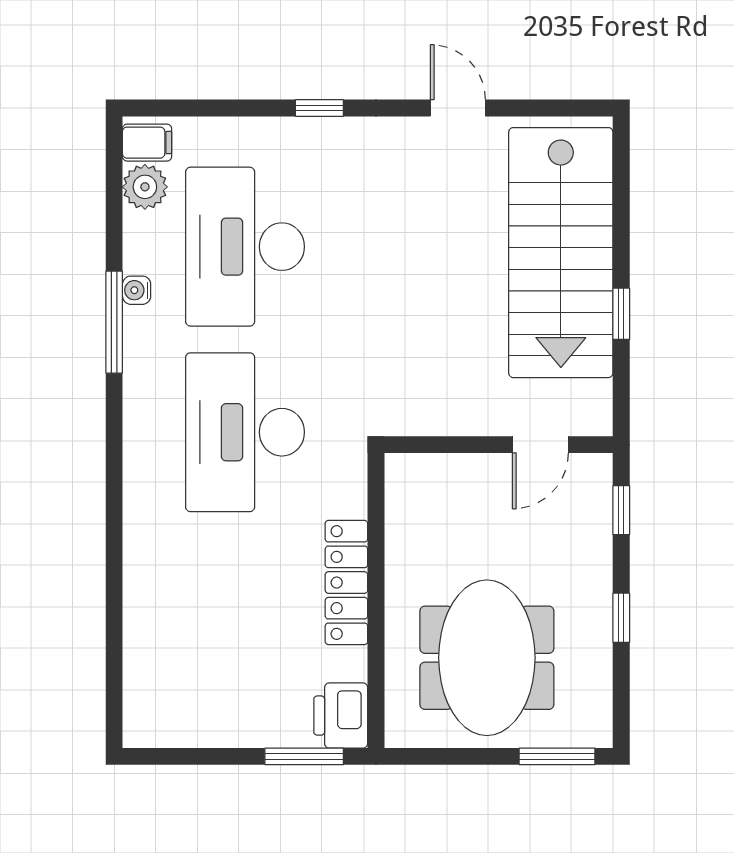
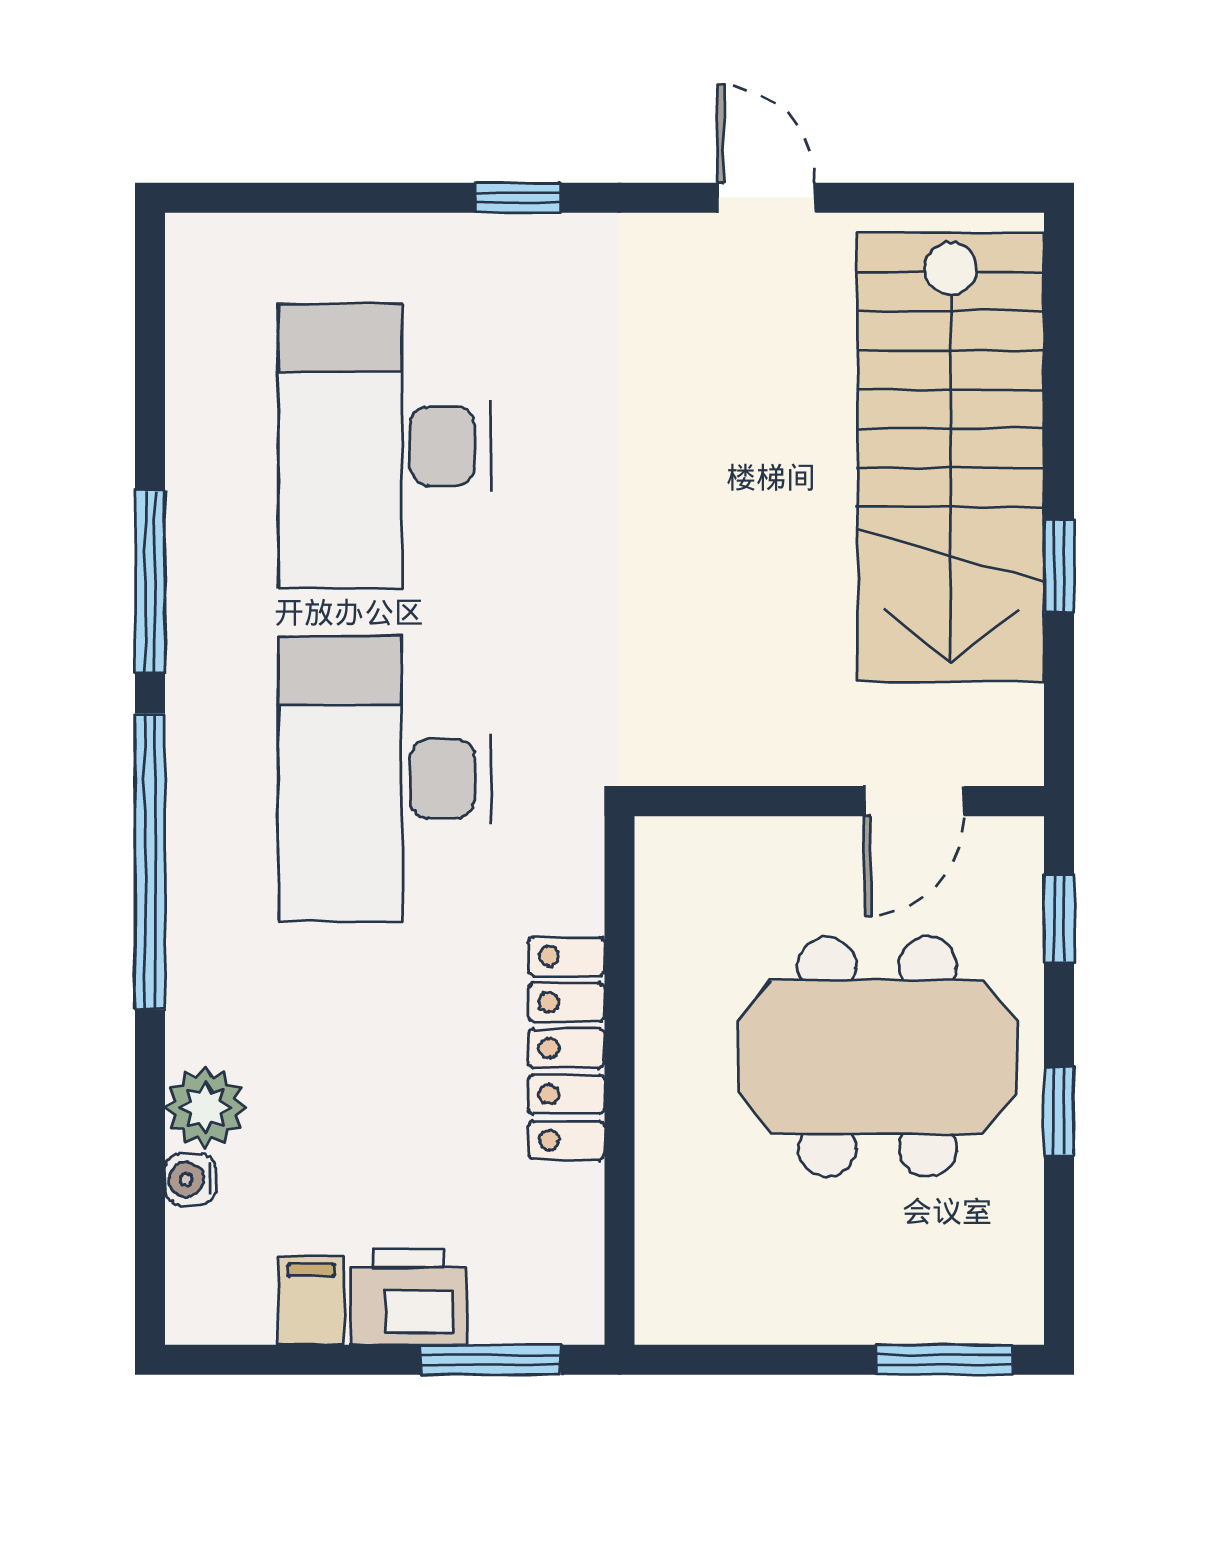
filing cabinet: (147, 143) -> (311, 1301), moved, turned -90
plant: (145, 187) -> (205, 1107), moved
water cooler: (137, 290) -> (190, 1179), moved
window: (114, 478) -> (150, 861), added
meeting table: (487, 658) -> (877, 1057), moved, turned 90
printer: (341, 716) -> (408, 1297), moved, turned 90

